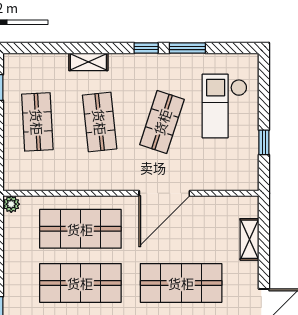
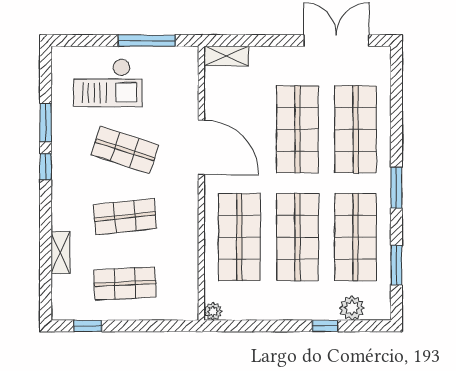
shelving: (88, 62) -> (60, 253), moved
window: (264, 142) -> (147, 41), width x2.17
shelving: (249, 239) -> (226, 56), moved

